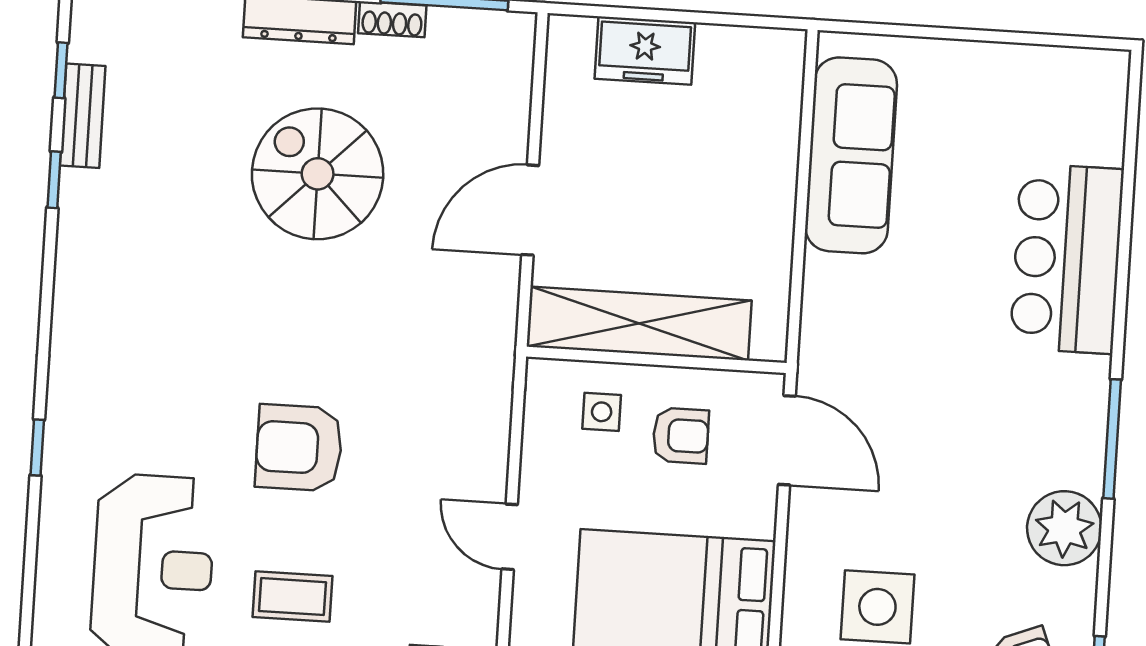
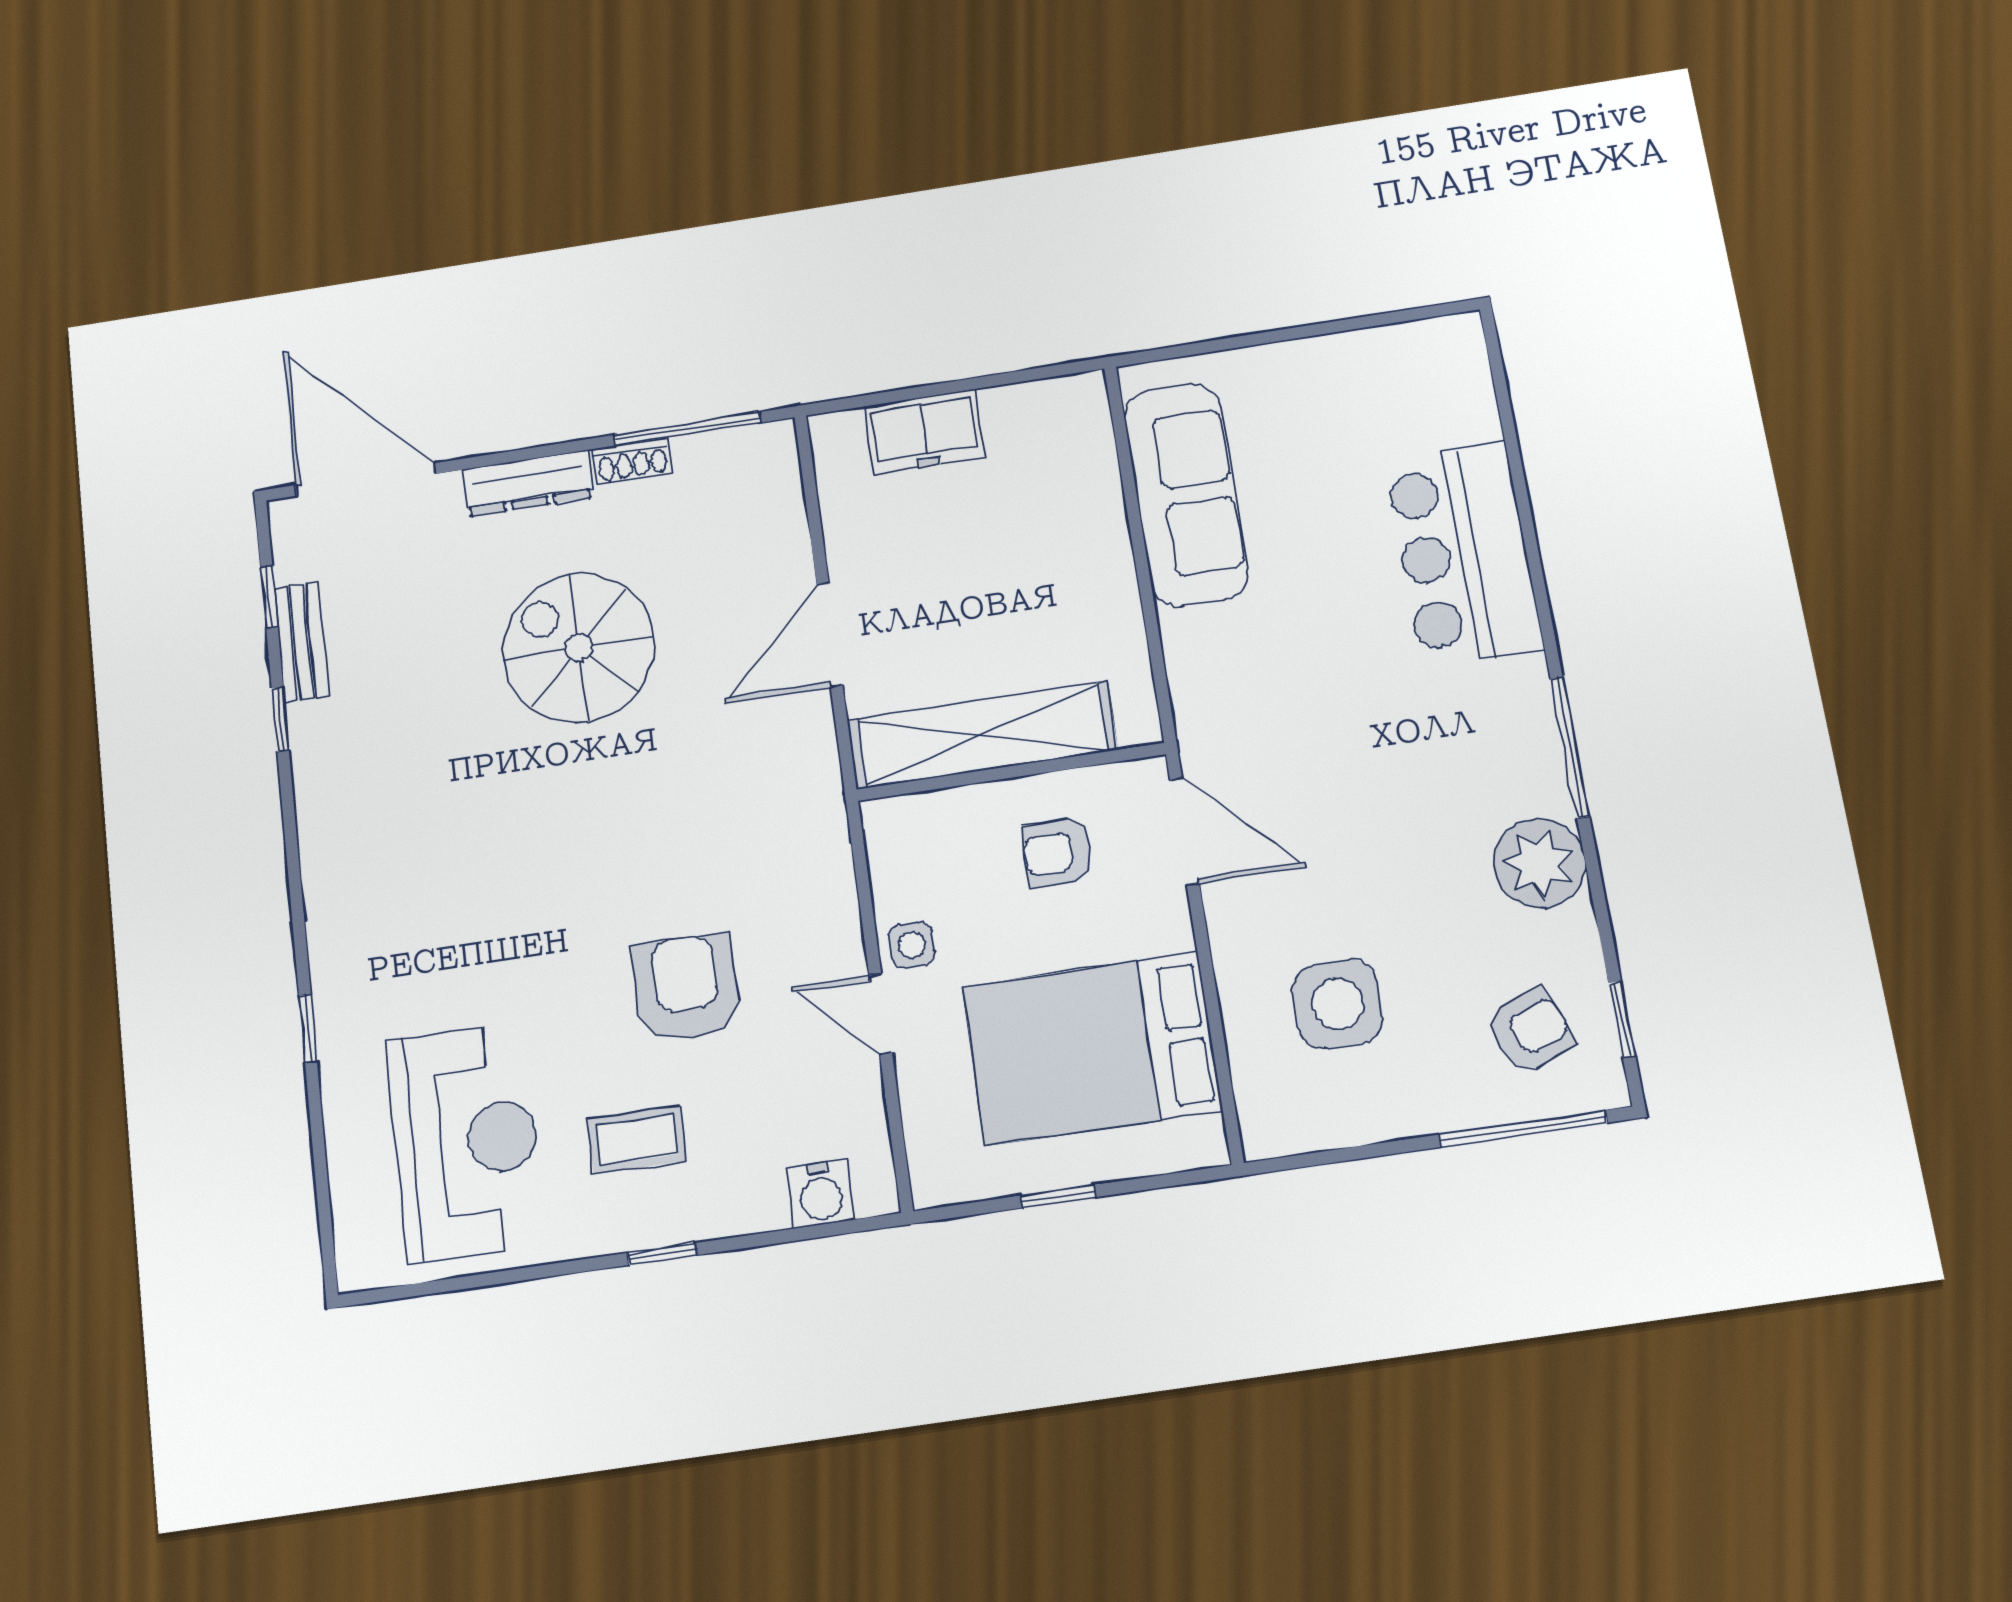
side table: (602, 412) -> (912, 945), moved
armchair: (681, 436) -> (1058, 853), turned 180
armchair: (299, 448) -> (686, 988), moved, turned 90

